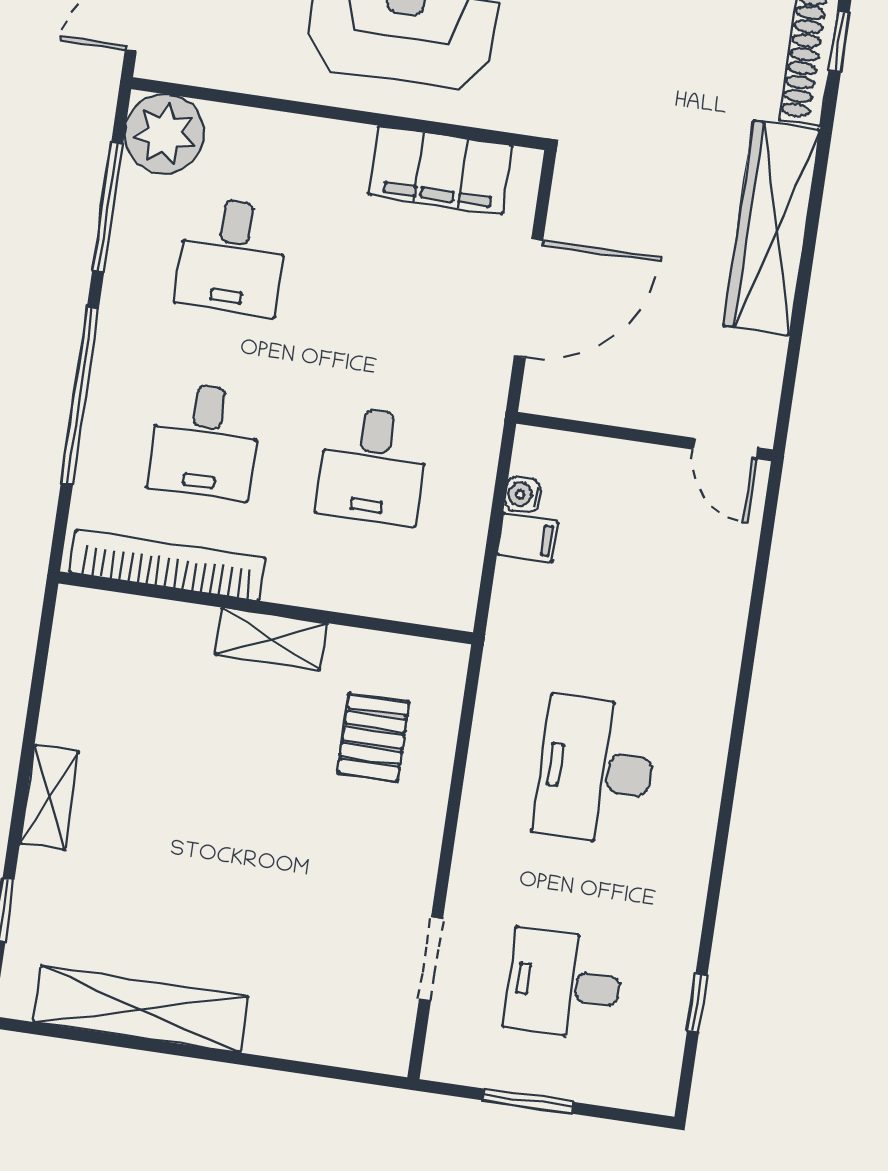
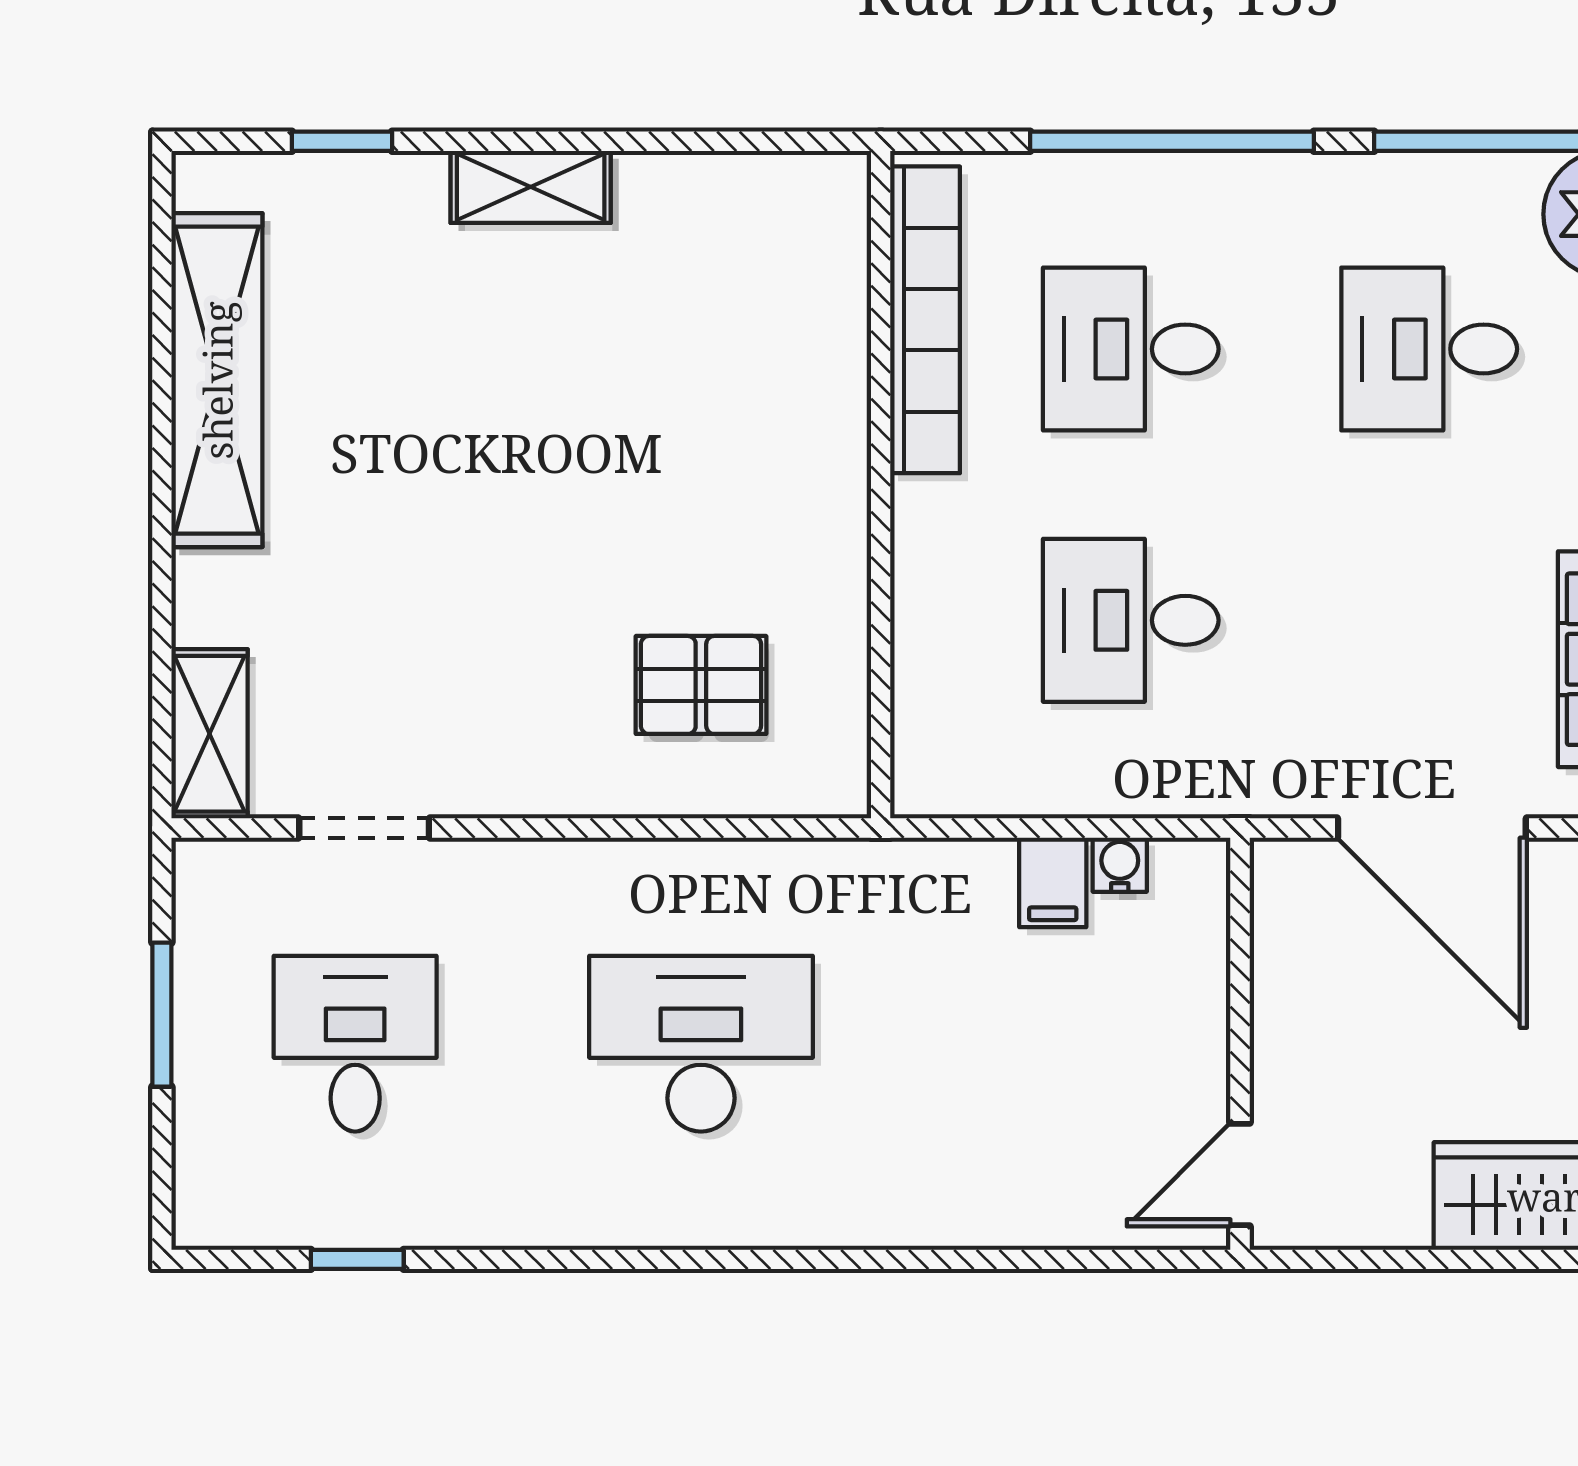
shelving: (271, 639) -> (210, 734), moved

